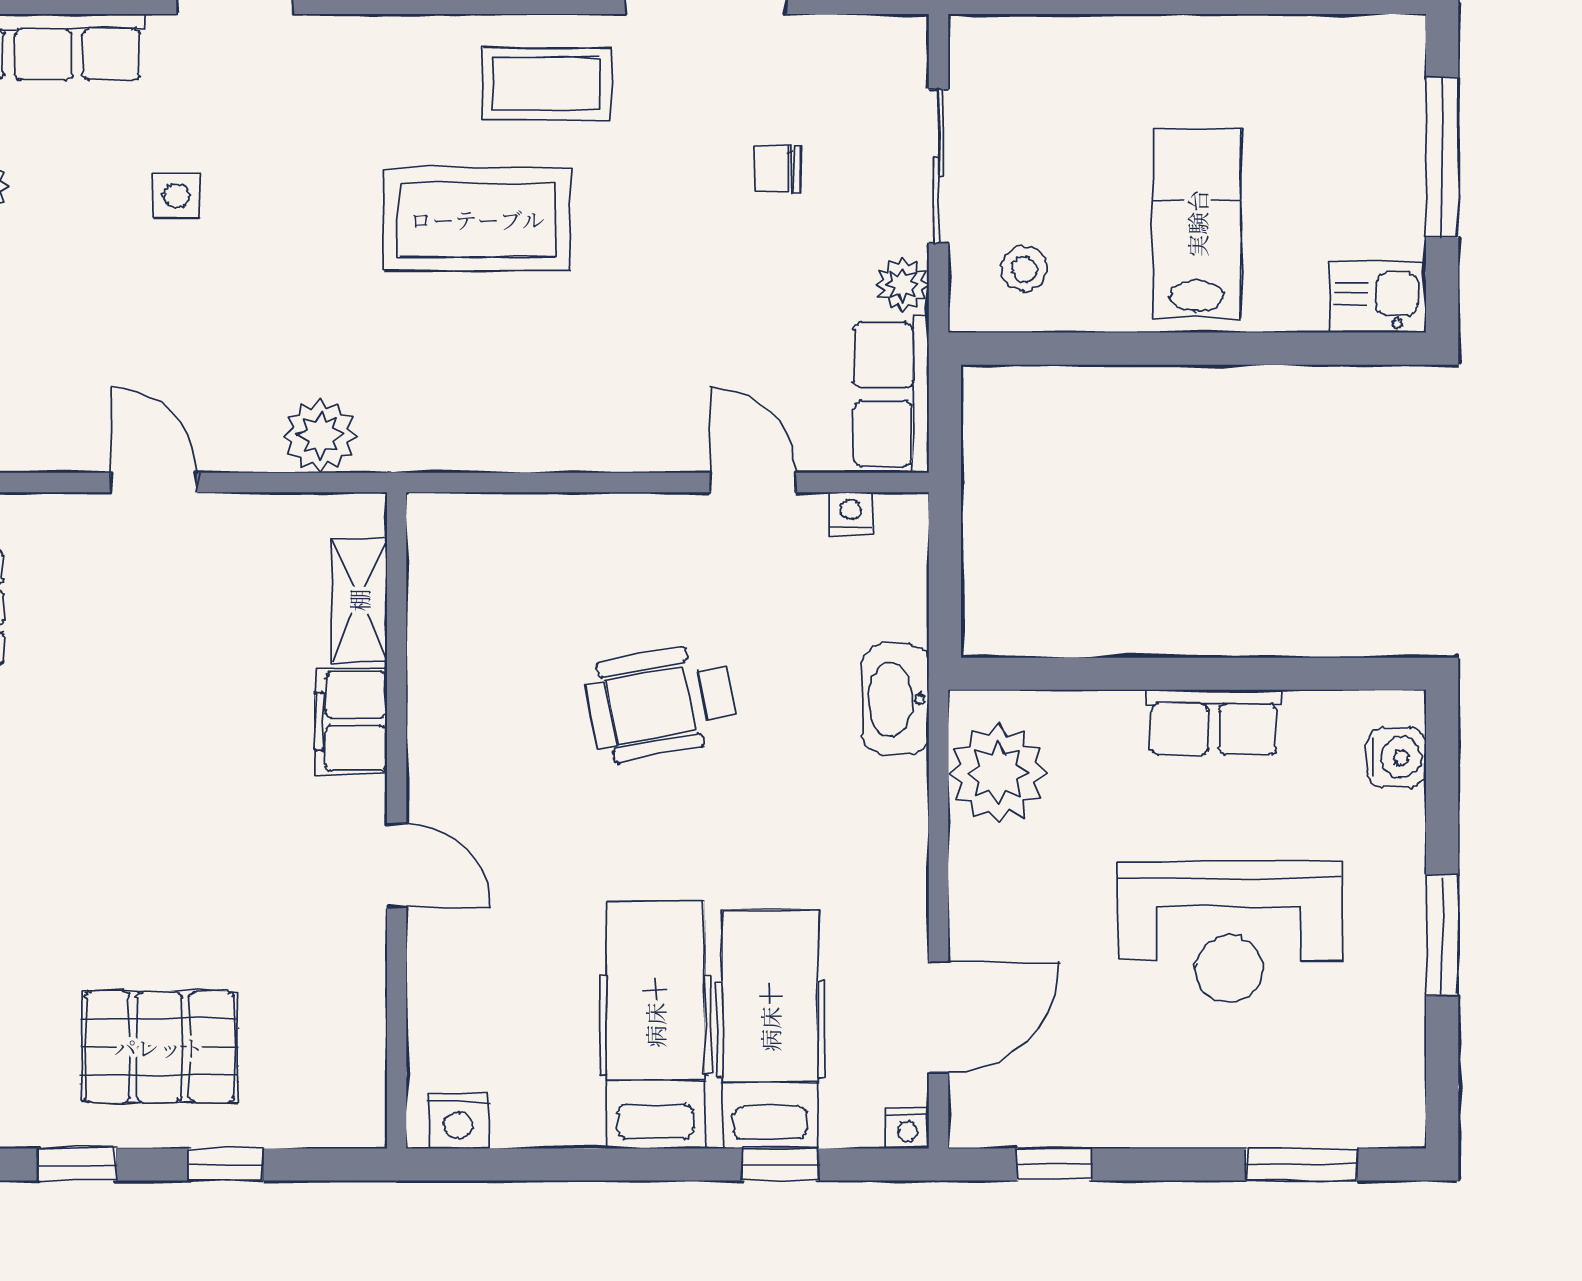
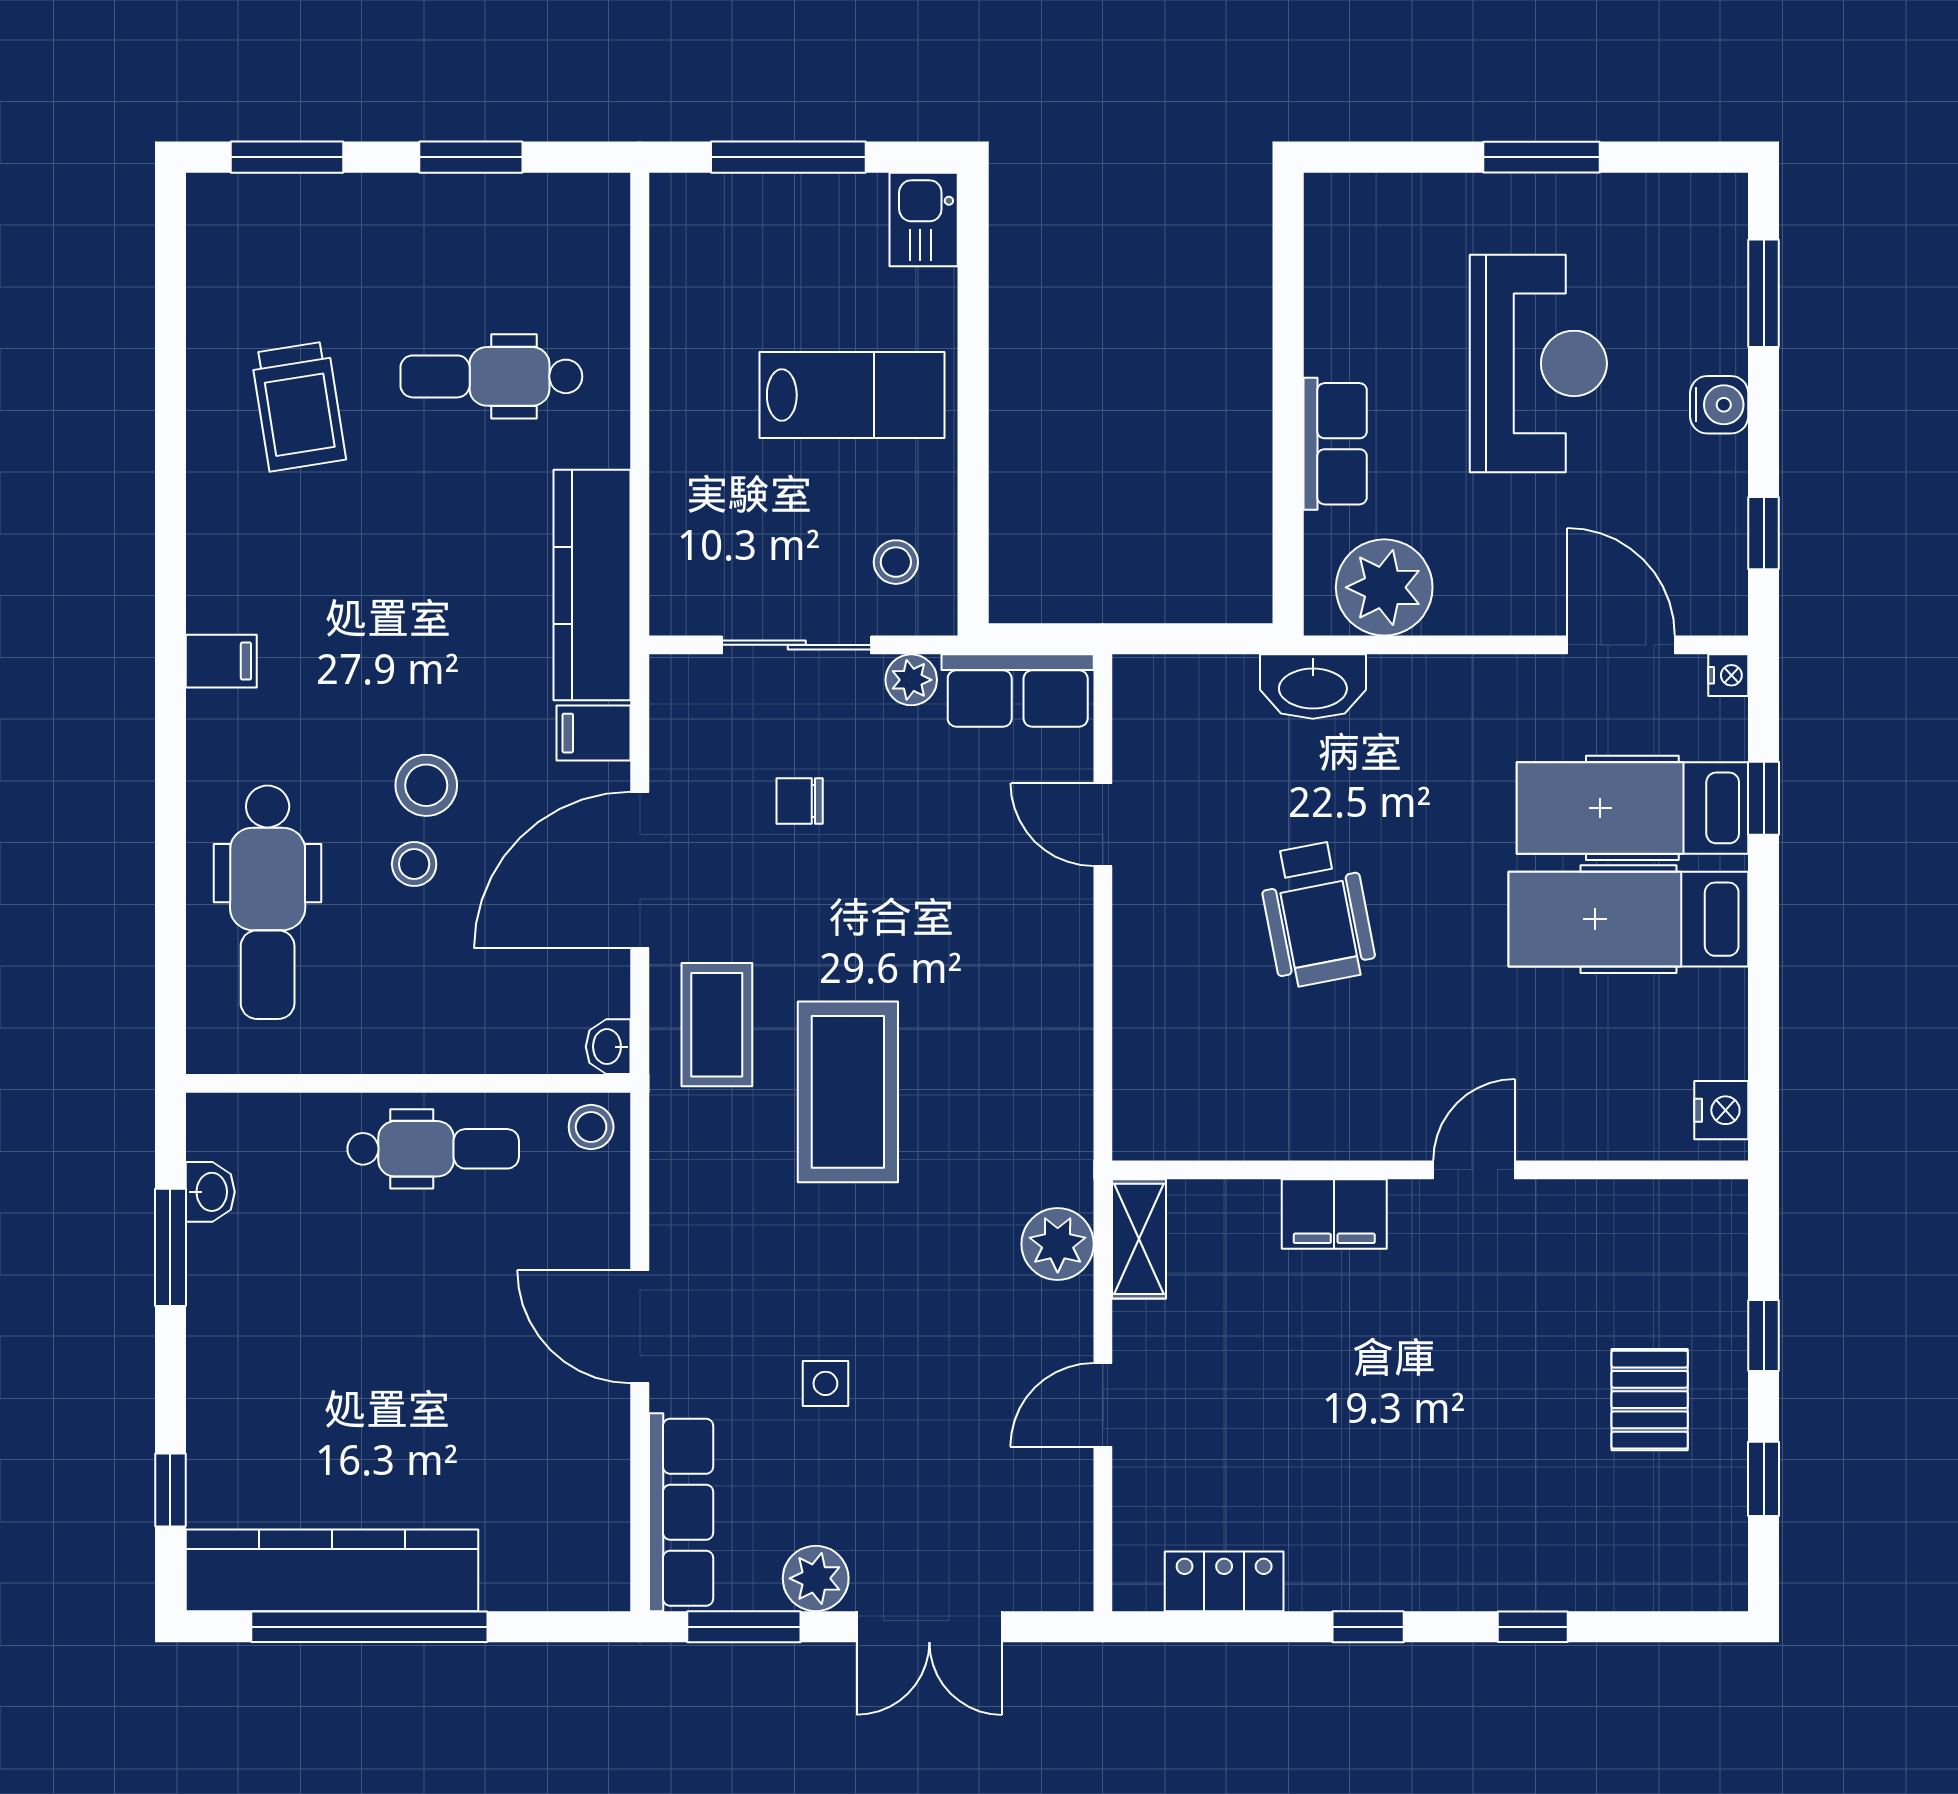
chair: (777, 169) -> (800, 801), turned 90
lab bench: (1197, 223) -> (852, 395), turned 180
door: (753, 482) -> (1103, 825), hinge flipped
nightstand: (851, 513) -> (1132, 730), removed
shelving: (359, 600) -> (1139, 1239), moved, turned 90
row of seats: (1214, 722) -> (1335, 444), moved
water cooler: (1396, 758) -> (1719, 405), moved, turned 90
pallet: (159, 1047) -> (1650, 1400), width x0.67, depth x0.71

